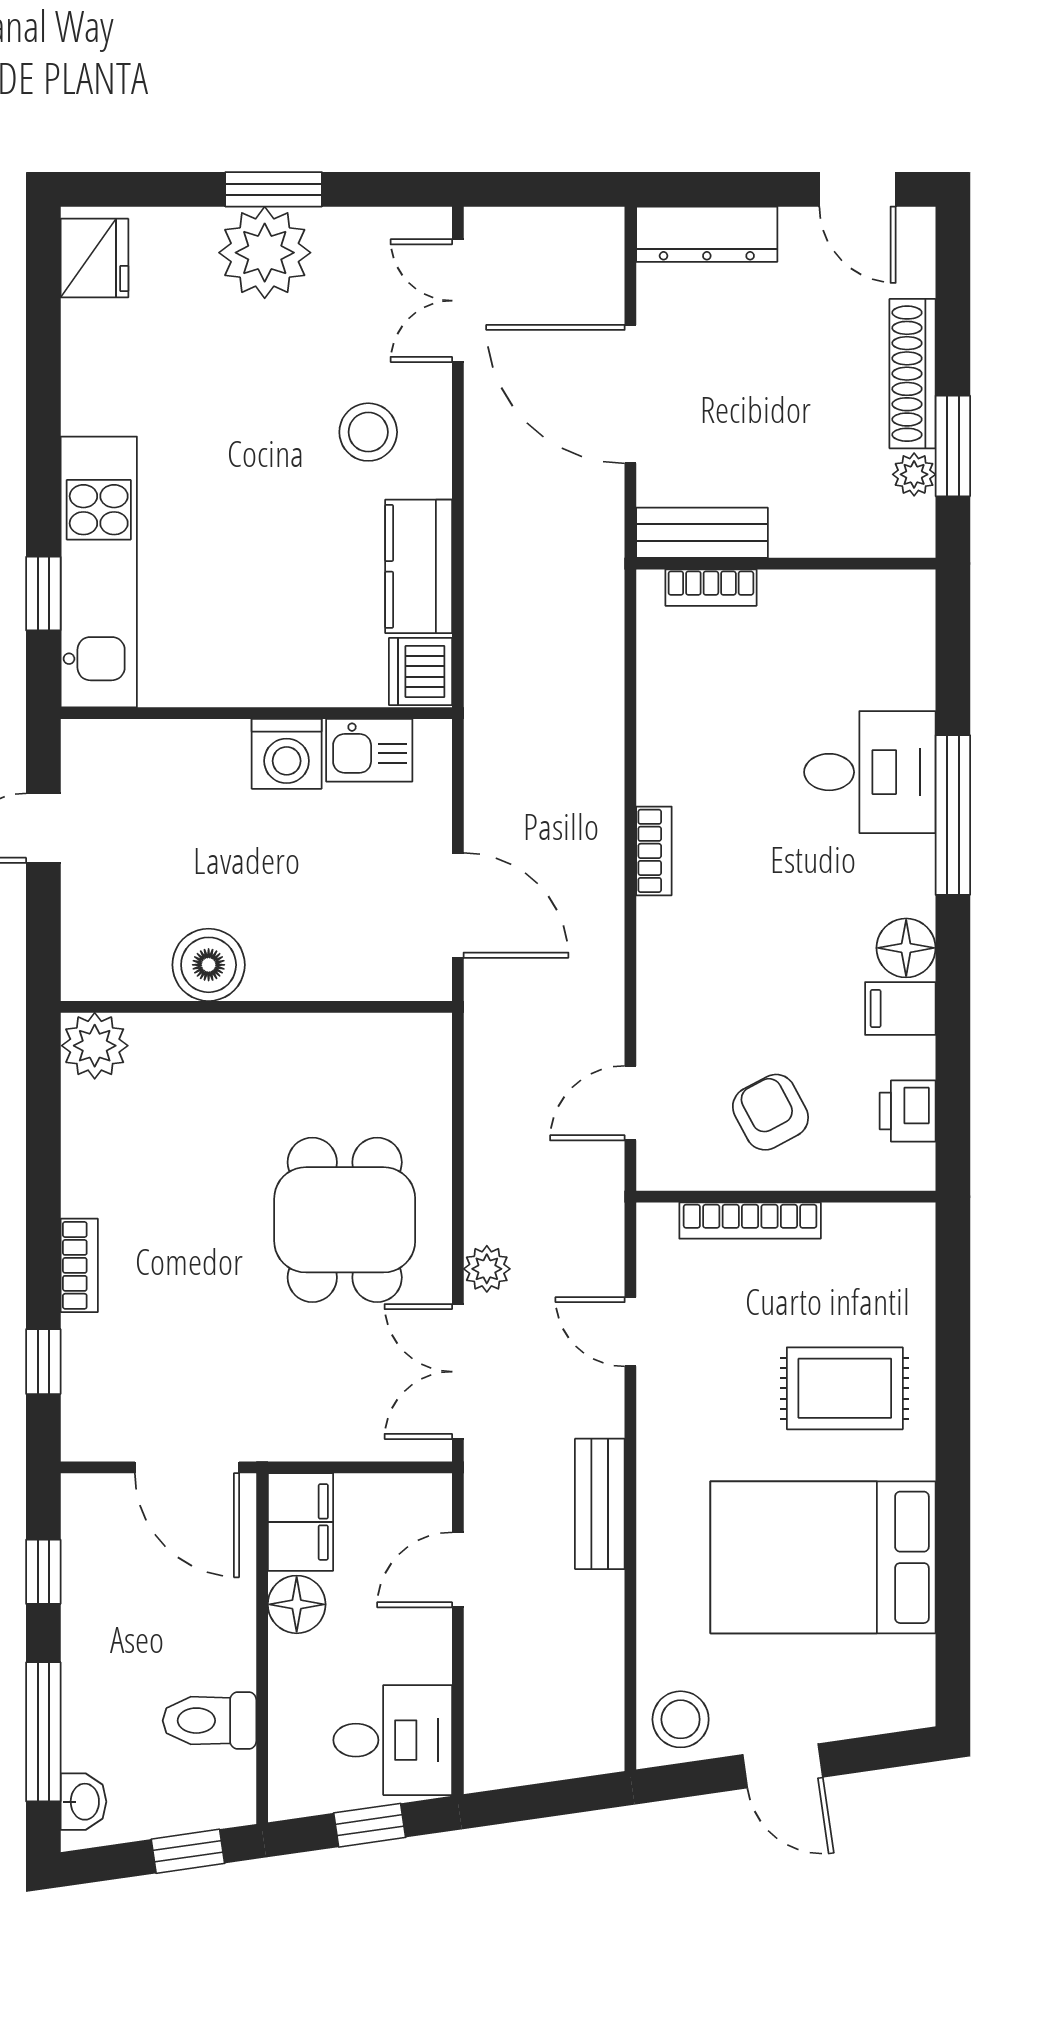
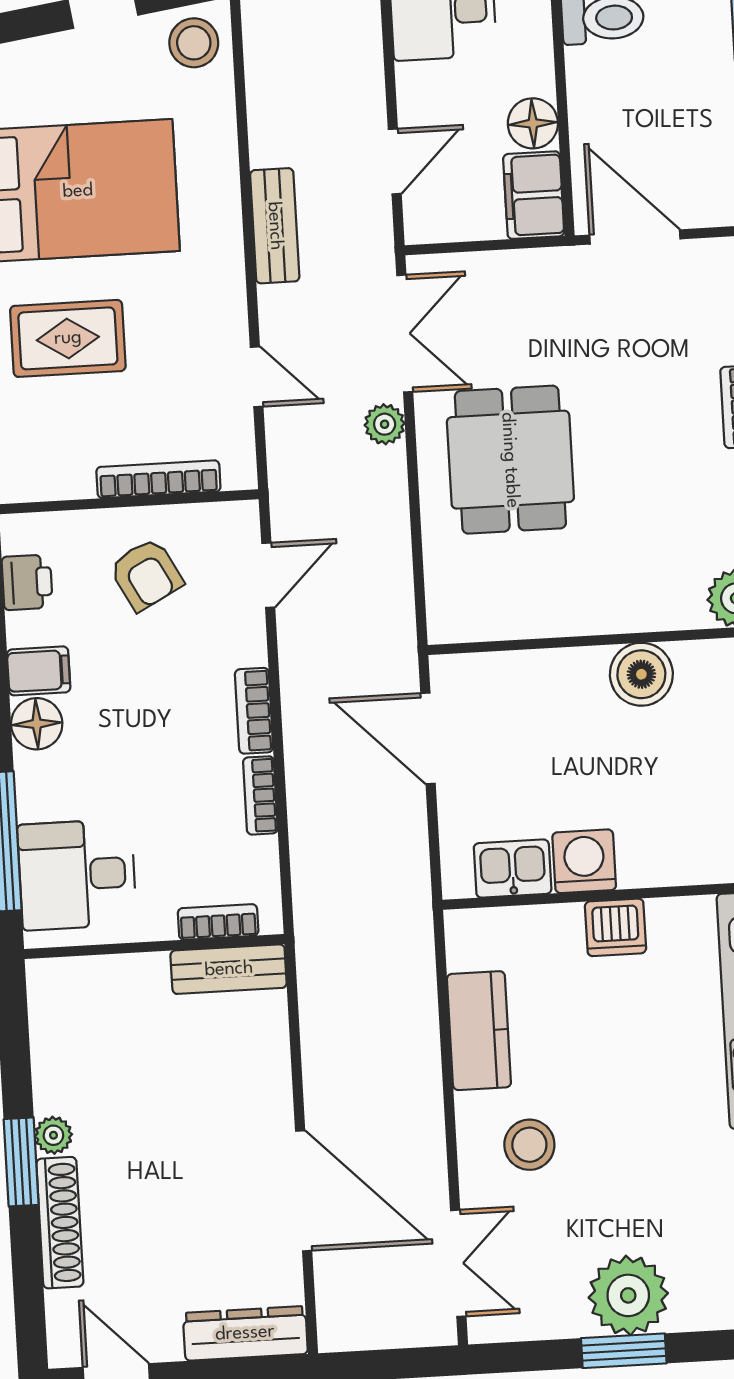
bench: (702, 533) -> (229, 969), moved
wall: (786, 564) -> (154, 947), moved
bookcase: (711, 588) -> (218, 922), moved
dishwasher: (421, 671) -> (615, 927), moved, turned 90
bookcase: (656, 949) -> (254, 711), added

